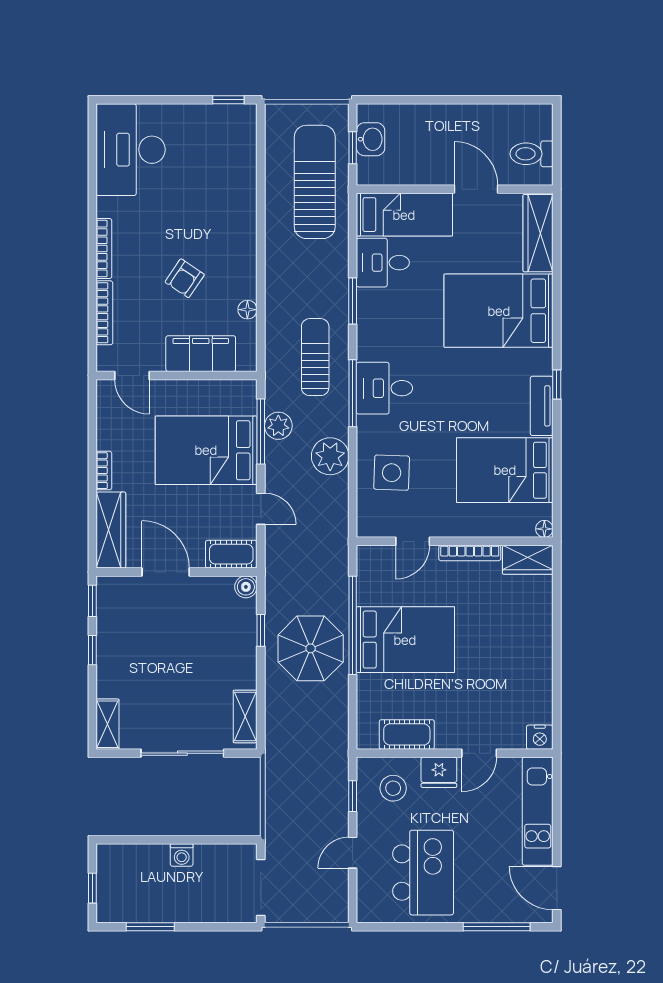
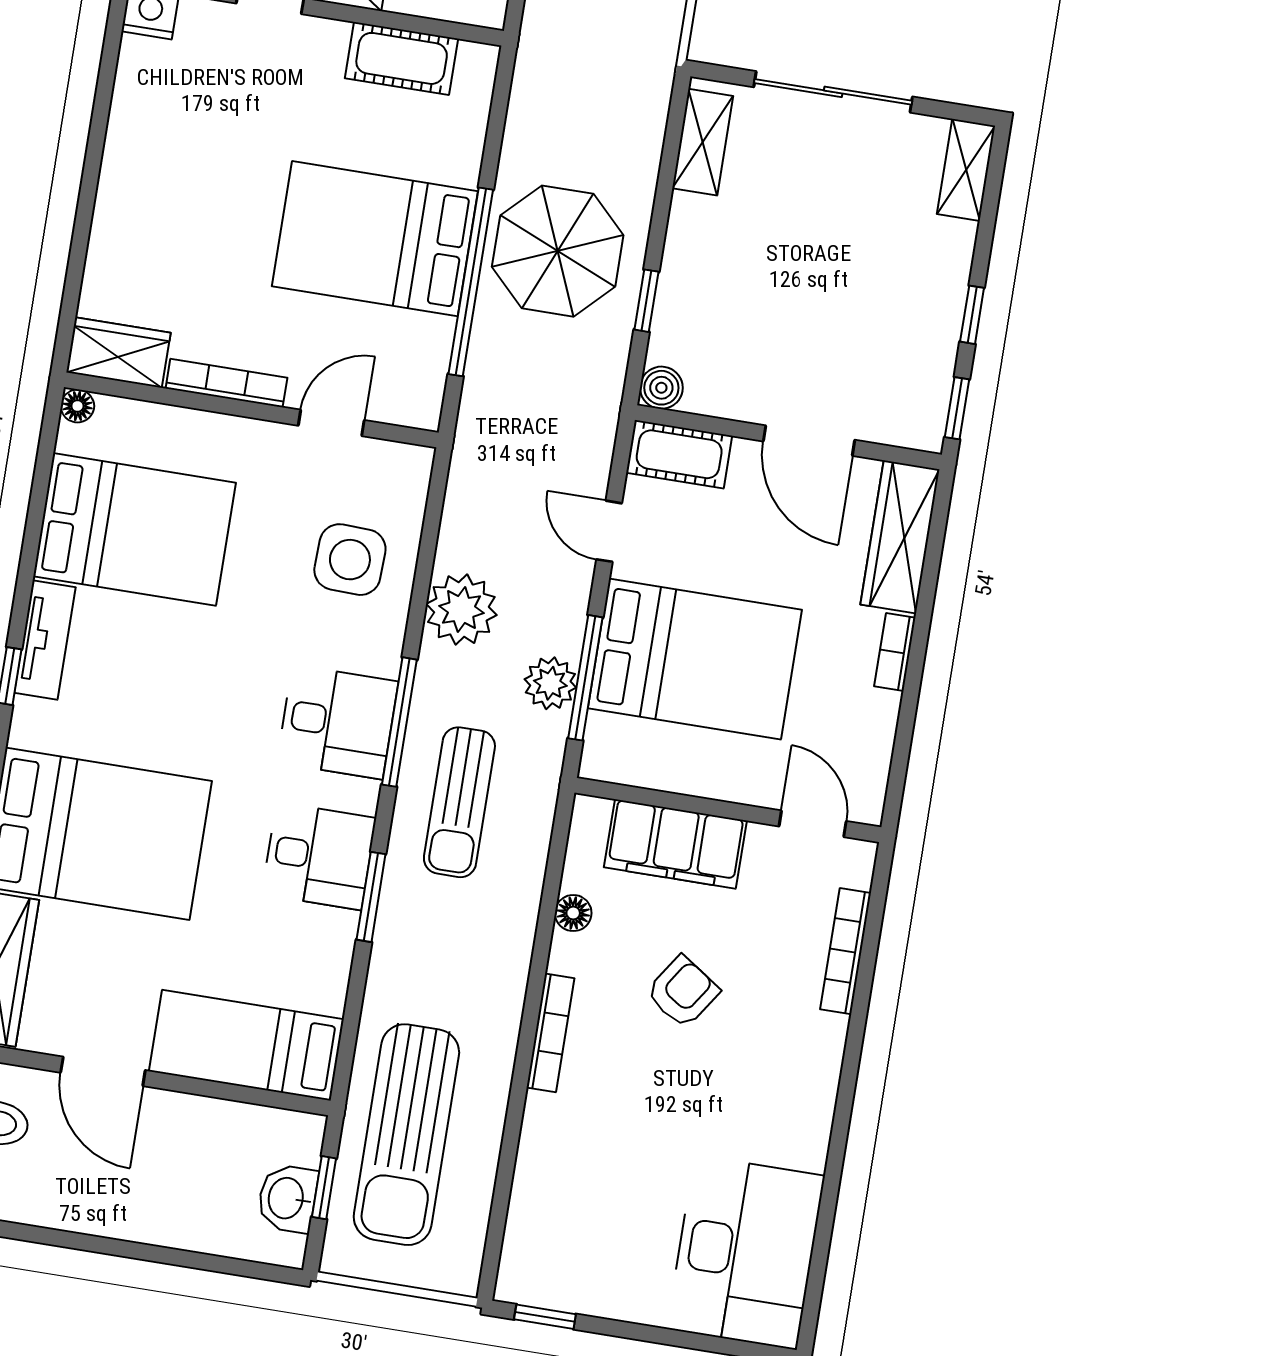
bookcase: (104, 249) -> (550, 1033), moved, turned 180
desk: (383, 263) -> (319, 856), moved

